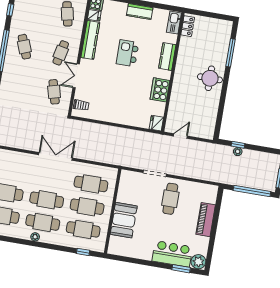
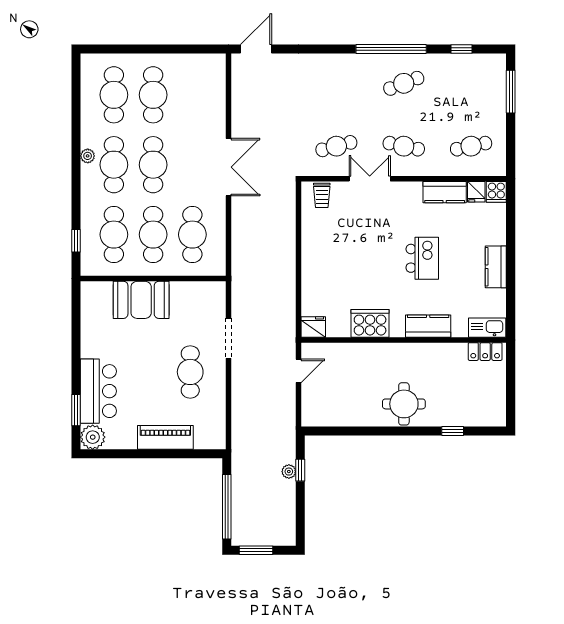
kitchen counter: (90, 40) -> (445, 192), width x0.67
kitchen island: (127, 53) -> (422, 258), turned 90
window: (230, 53) -> (453, 431), width x0.46
door: (180, 136) -> (299, 371), hinge flipped
cafe table: (170, 199) -> (190, 372), turned 90

